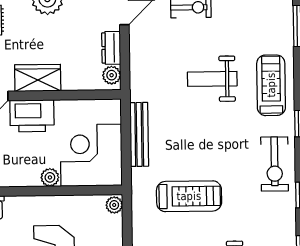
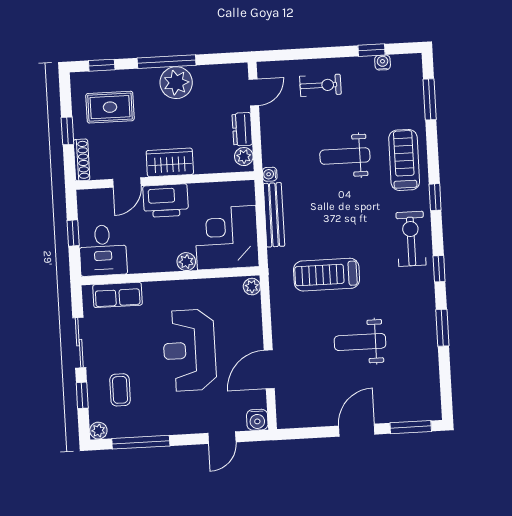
water cooler: (137, 94) -> (270, 174), added
exercise bike: (275, 164) -> (411, 239), turned 180
treadmill: (189, 196) -> (327, 275), turned 180

